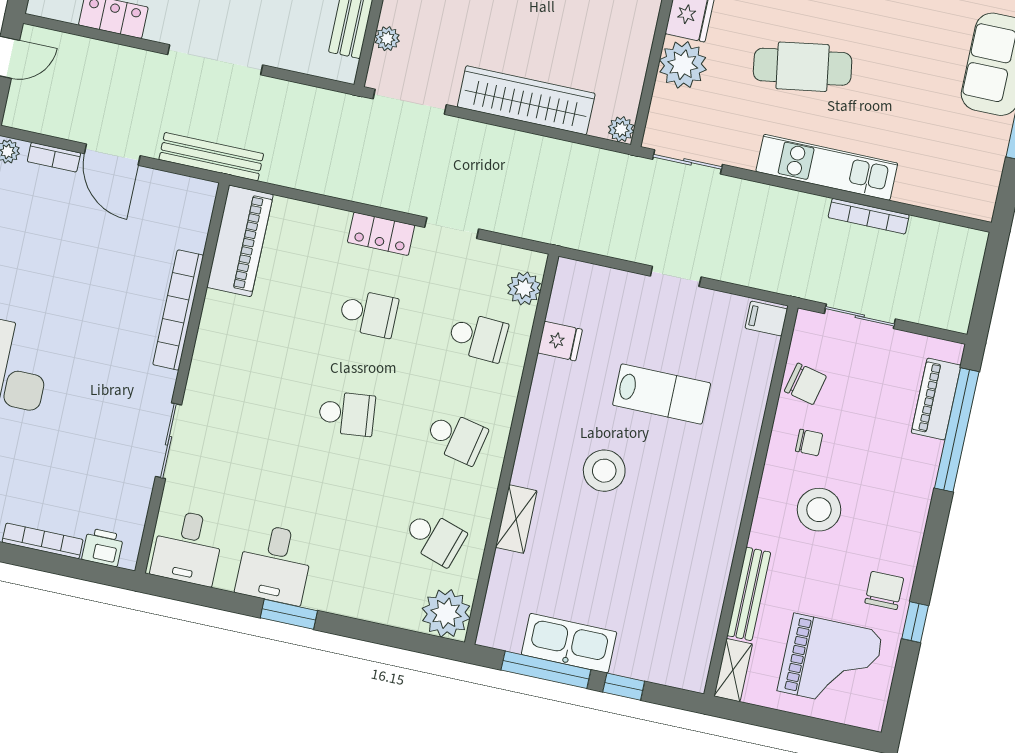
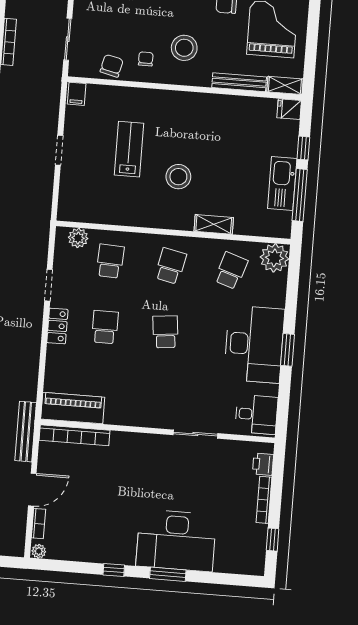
bookcase: (178, 310) -> (74, 435), moved
fridge: (560, 341) -> (289, 109), moved, turned -90
desk: (275, 564) -> (254, 344), width x1.87, depth x1.30

